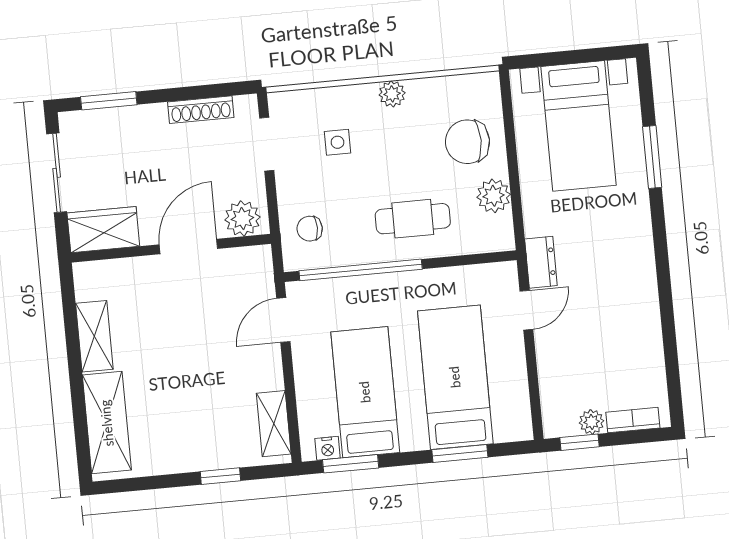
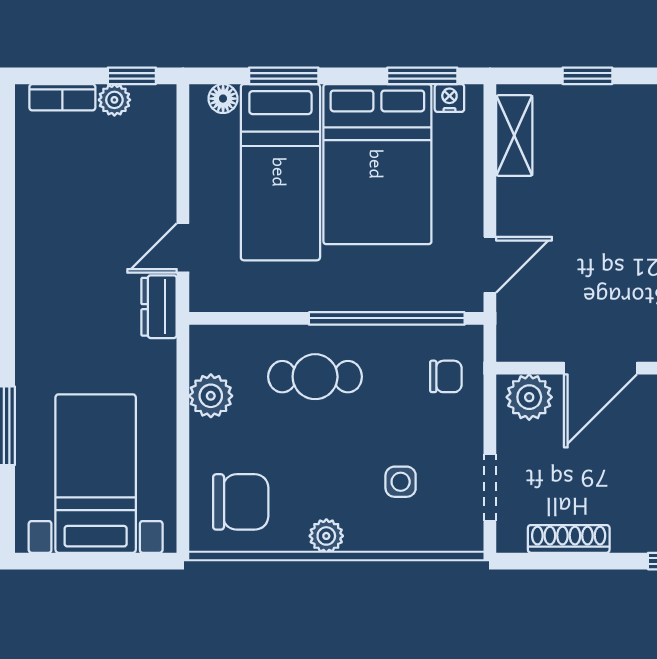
chair: (467, 142) -> (241, 502), moved
bed: (365, 392) -> (377, 164), width x1.50
floor lamp: (506, 431) -> (223, 99), added

